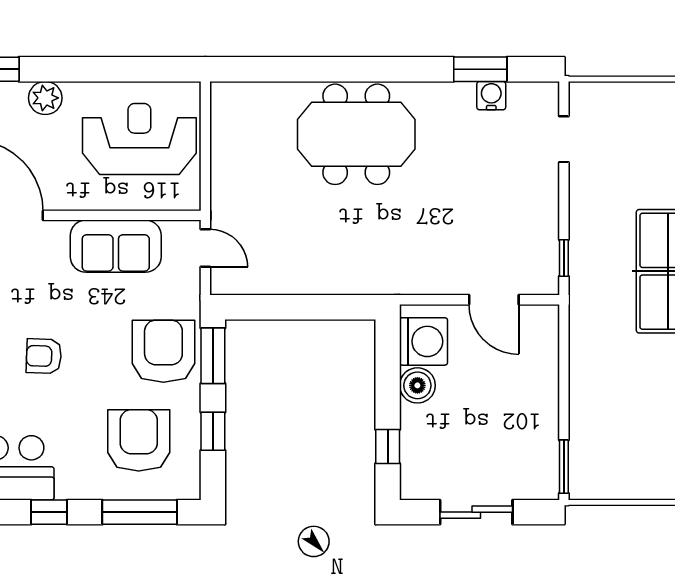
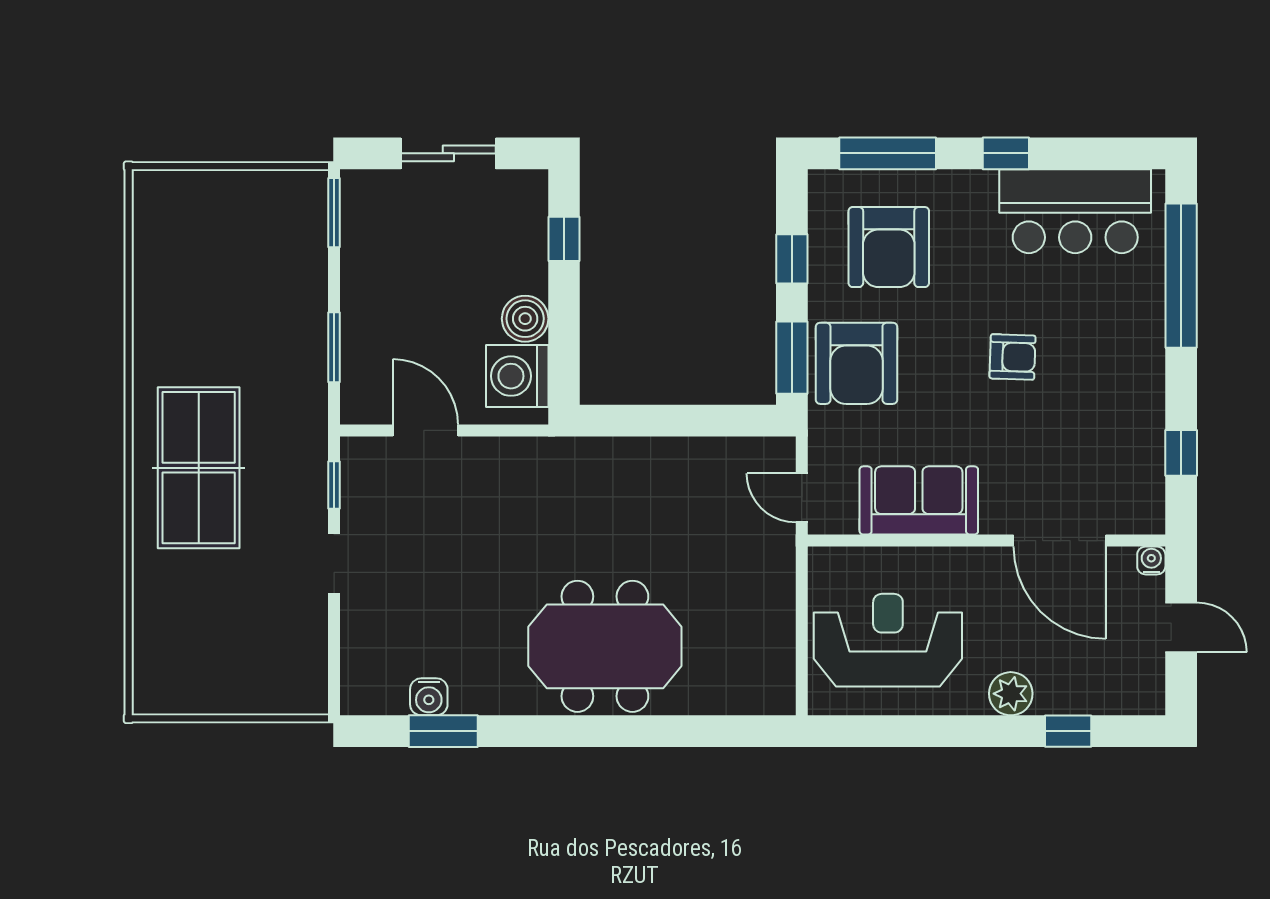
reception desk: (139, 139) -> (888, 640), turned 180
doorway: (564, 139) -> (334, 563), moved
window: (564, 364) -> (334, 347), added

